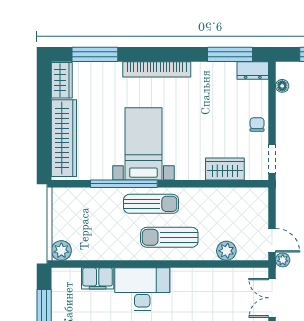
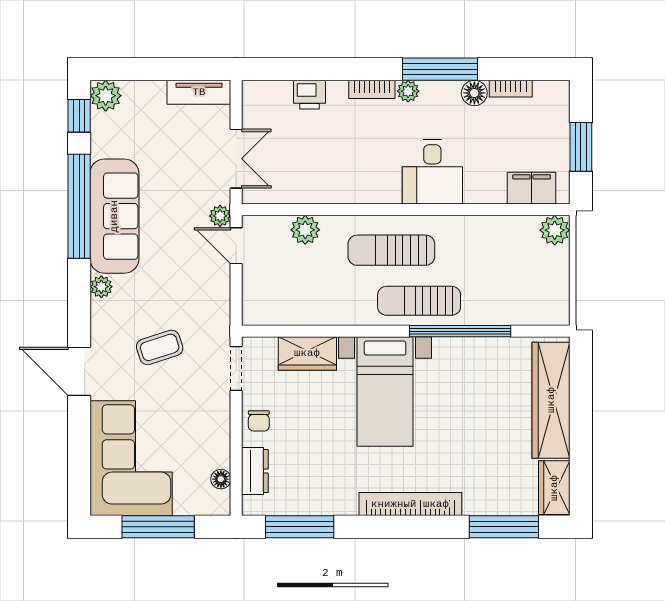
dresser: (253, 70) -> (255, 471), moved, turned 90
bed with nightstands: (143, 144) -> (385, 391), moved
sun lounger: (169, 237) -> (391, 250), turned 180
filing cabinet: (98, 278) -> (532, 188), moved
desk: (142, 289) -> (432, 172), width x0.73

